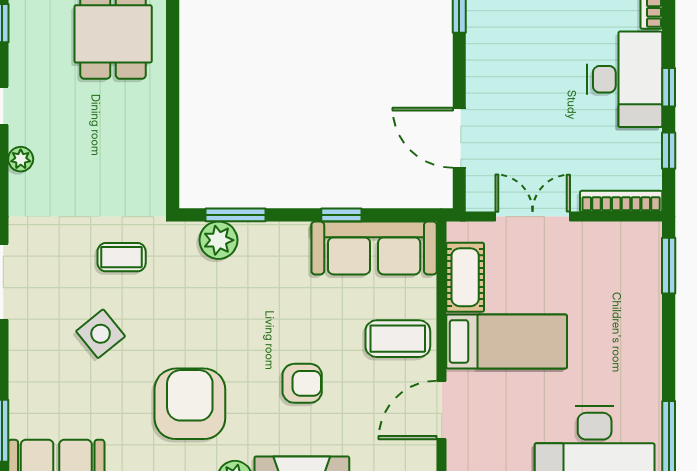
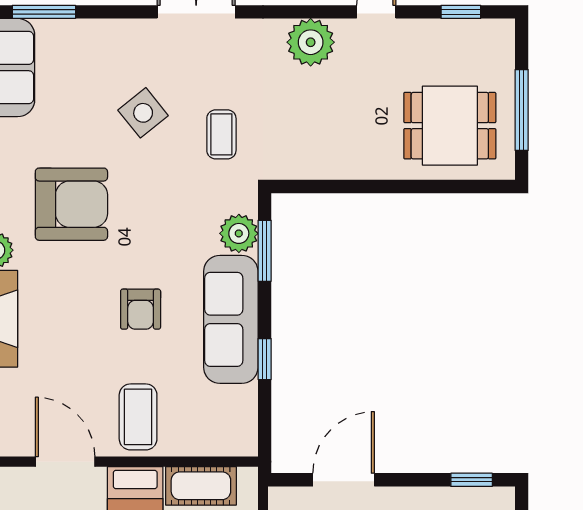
plant: (21, 159) -> (311, 42), width x1.87, depth x1.87
sofa: (374, 248) -> (231, 319), moved
armchair: (302, 383) -> (141, 309), moved

